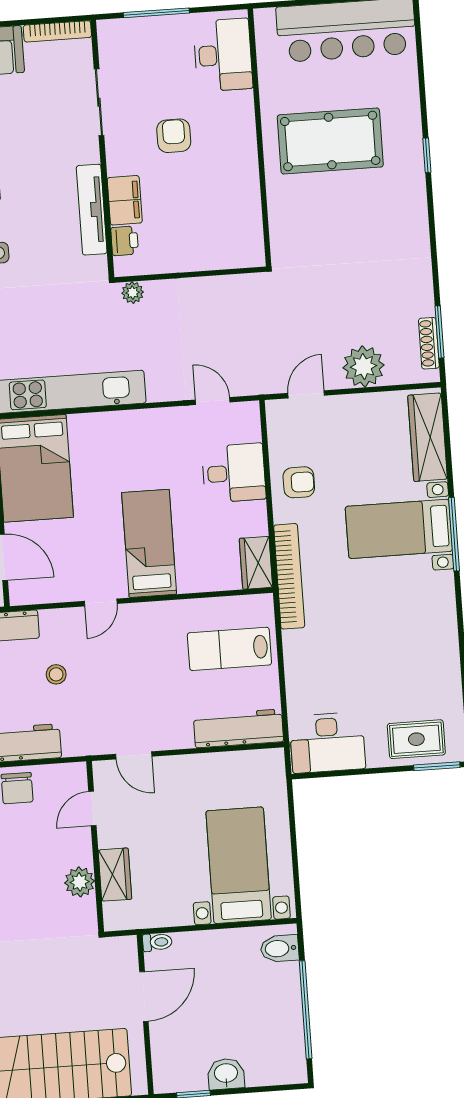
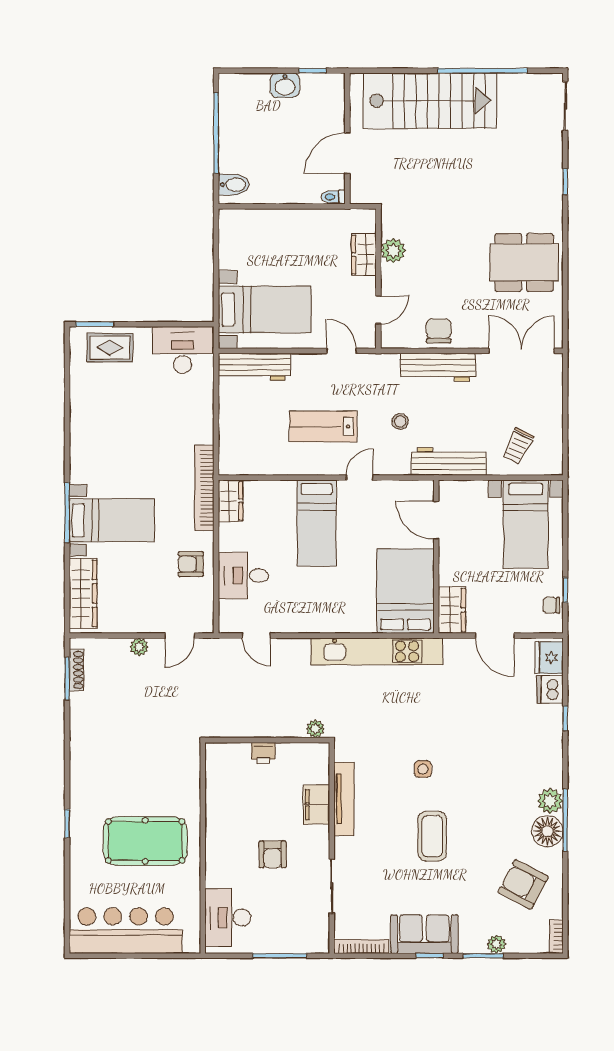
printer: (125, 241) -> (263, 753), moved, turned -90
plant: (364, 366) -> (139, 647), width x0.53, depth x0.53
lab bench: (229, 649) -> (323, 427), moved, turned 180
bed with nightstands: (239, 865) -> (265, 309), moved, turned -90

